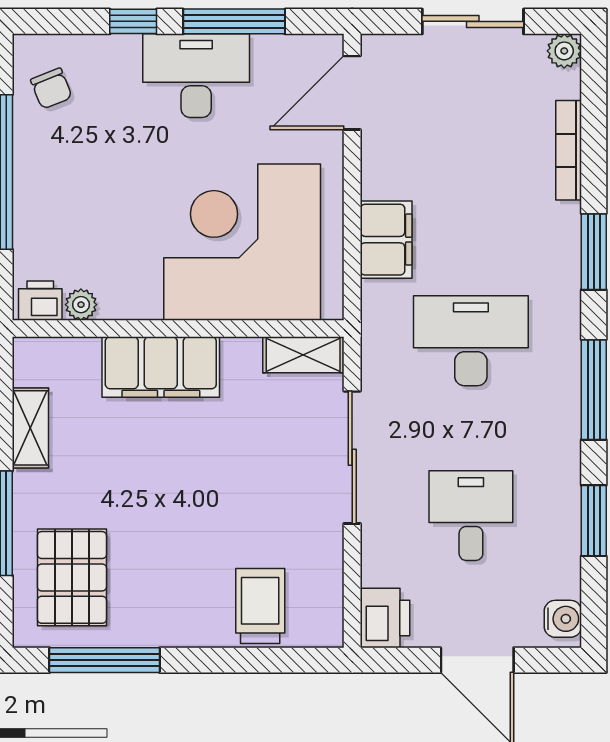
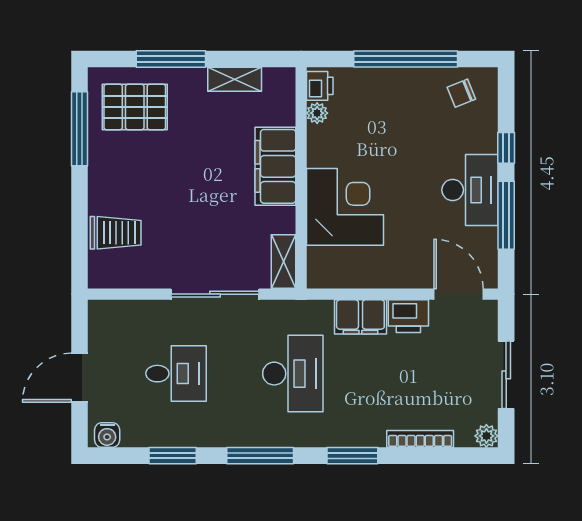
corner desk: (242, 242) -> (345, 207), width x0.74, depth x0.74
printer: (385, 618) -> (408, 316), moved

